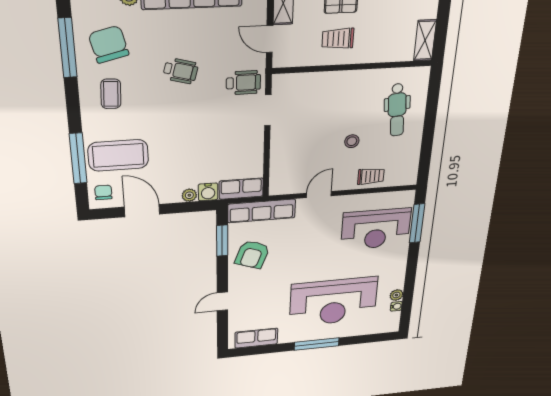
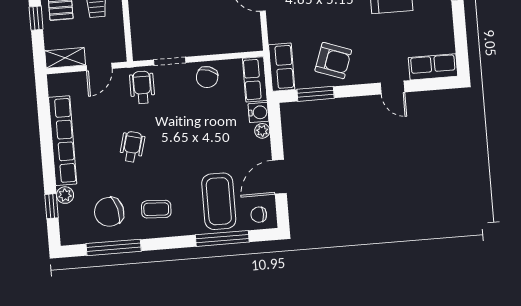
chair: (248, 145) -> (207, 77), added
row of seats: (262, 211) -> (282, 67), width x0.68
row of seats: (256, 338) -> (433, 67), moved, turned 90

